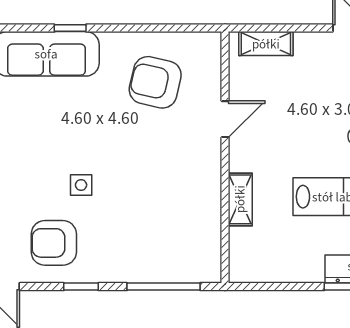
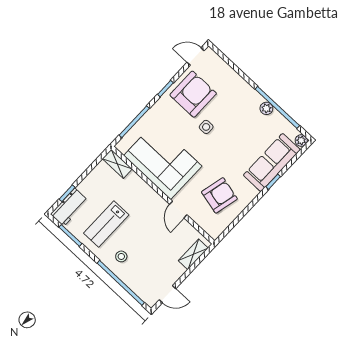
shelving: (240, 199) -> (117, 164), moved
corner sofa: (180, 200) -> (163, 161), added
armchair: (54, 243) -> (193, 94), width x1.36, depth x1.36

